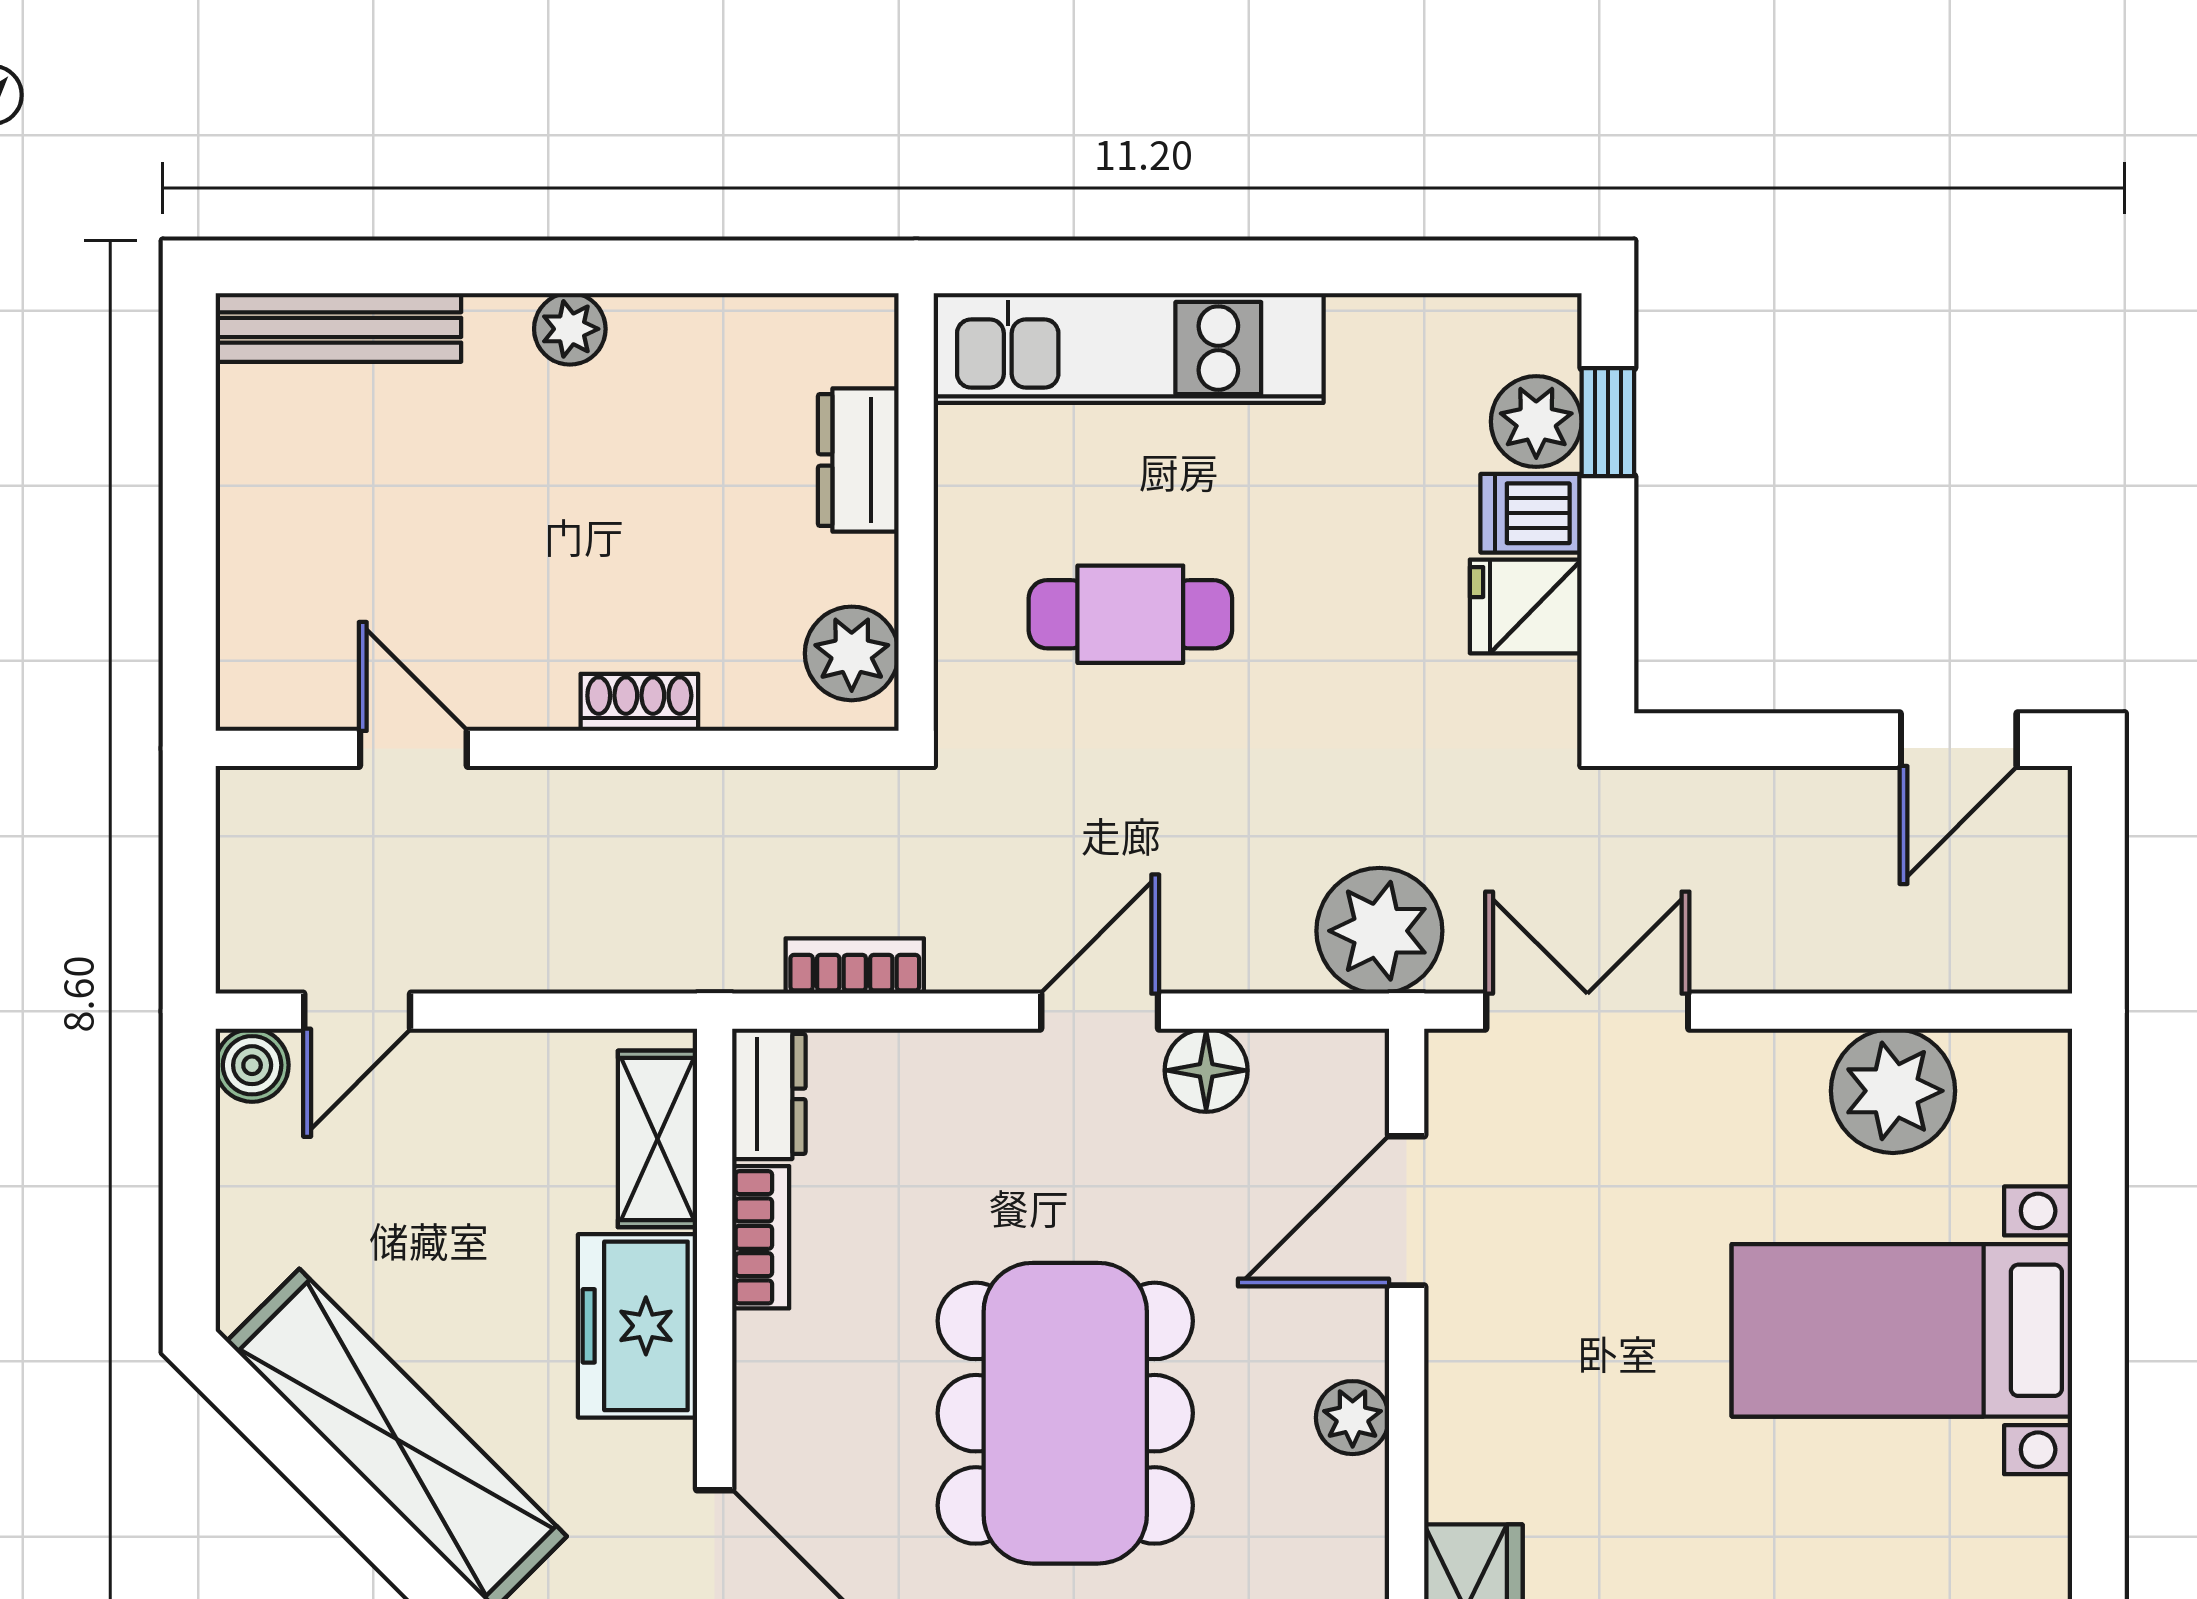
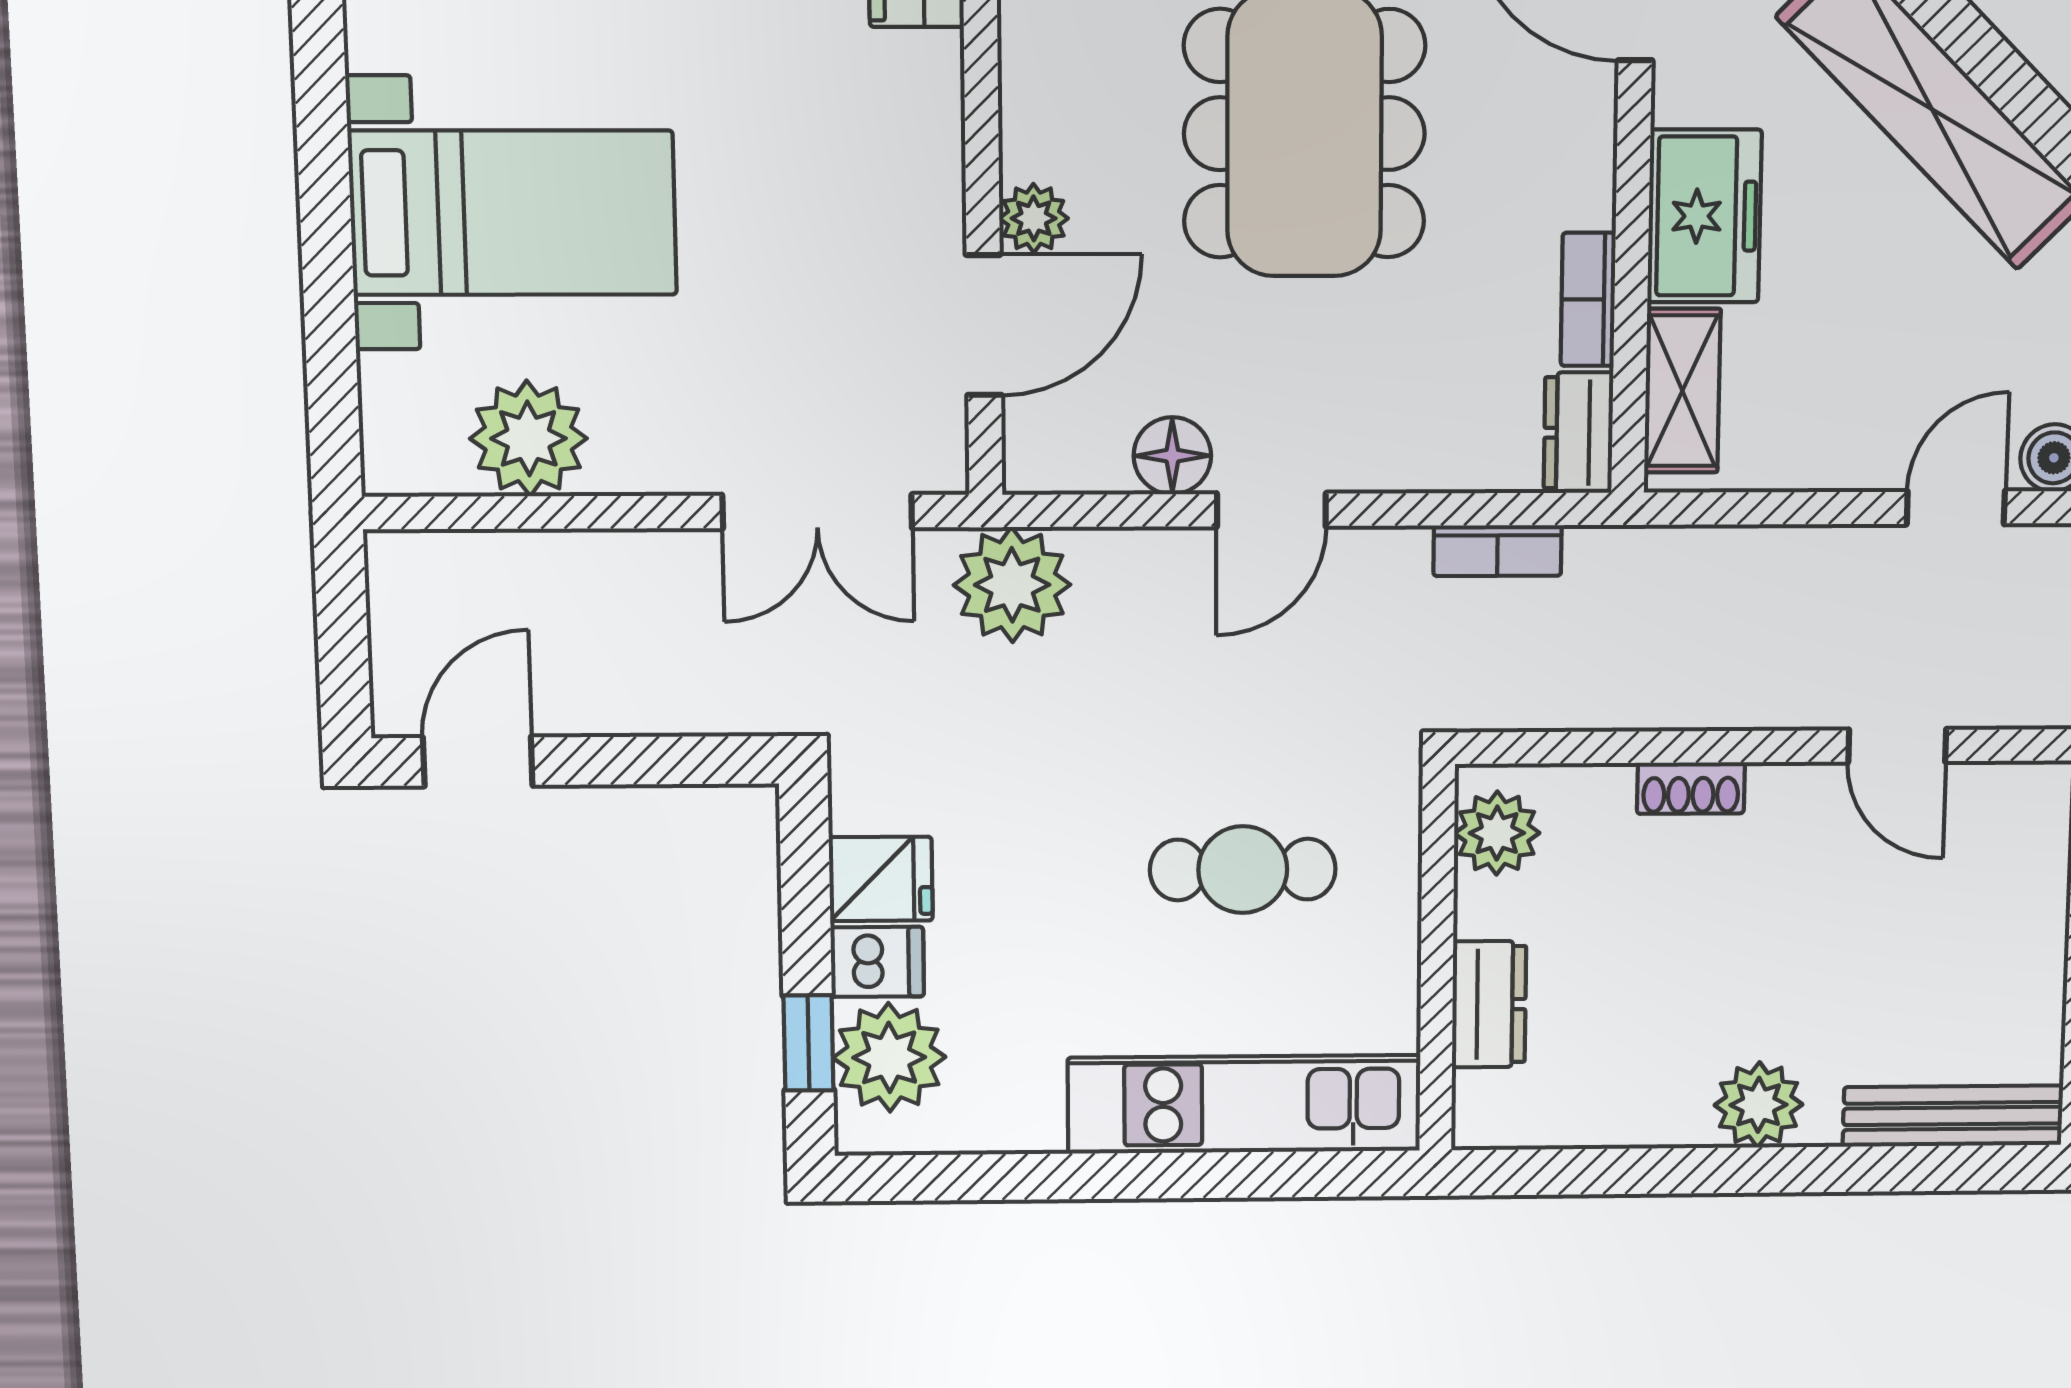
plant: (570, 329) -> (1758, 1105), width x1.38, depth x1.38
plant: (1536, 422) -> (889, 1057), width x1.36, depth x1.36
plant: (1353, 1418) -> (1034, 218), moved

